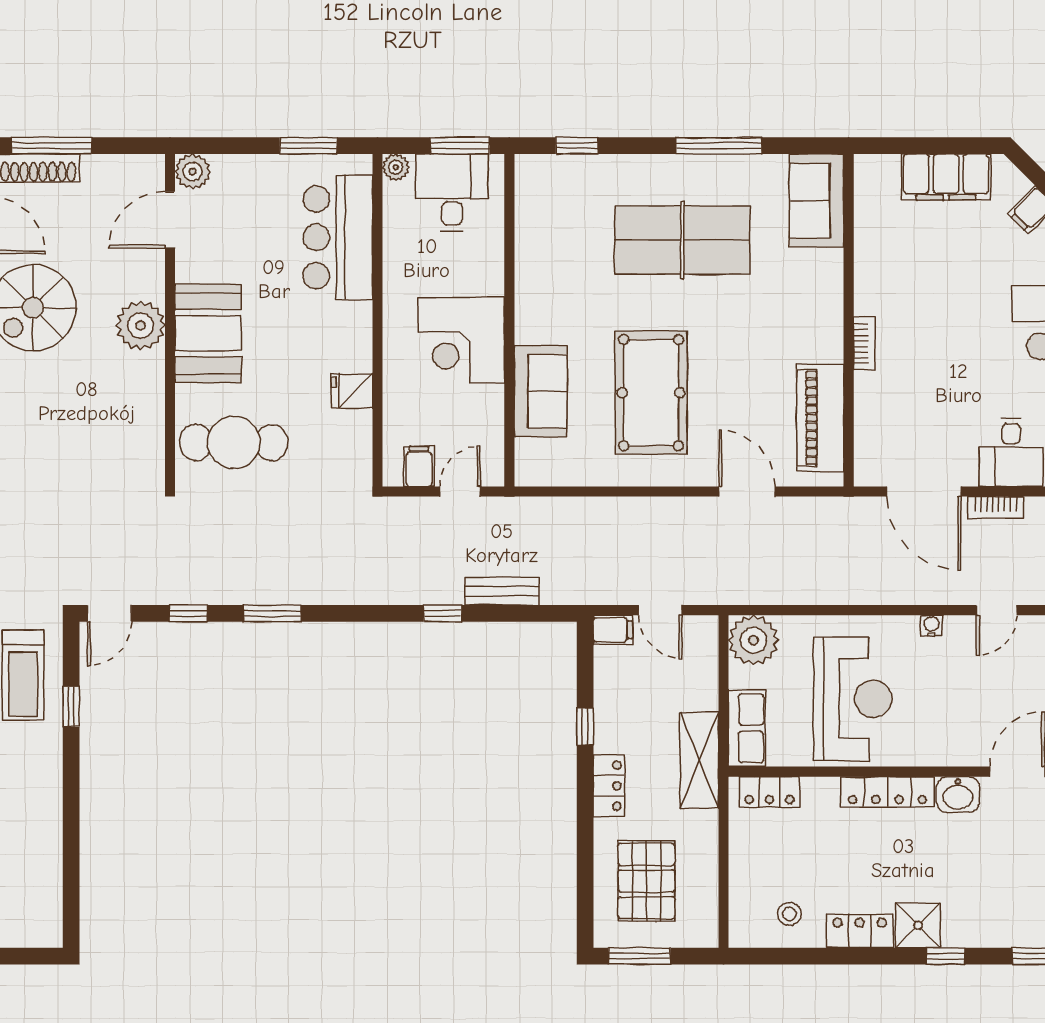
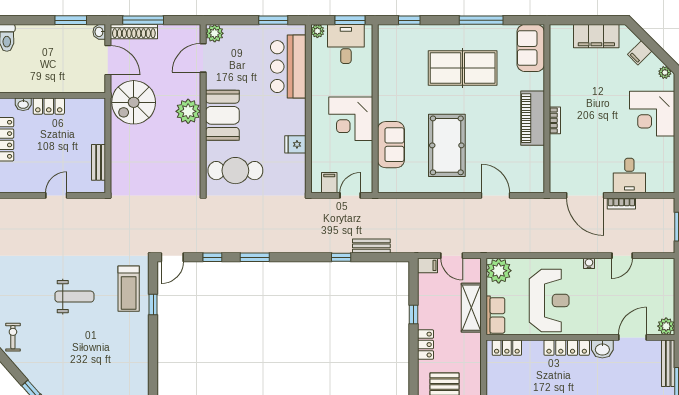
piano: (820, 418) -> (533, 118), moved
shelving: (699, 760) -> (471, 308), moved

